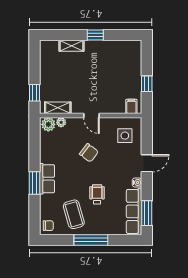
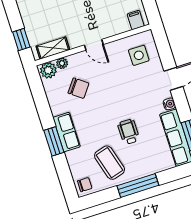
chair: (89, 153) -> (79, 88), moved

